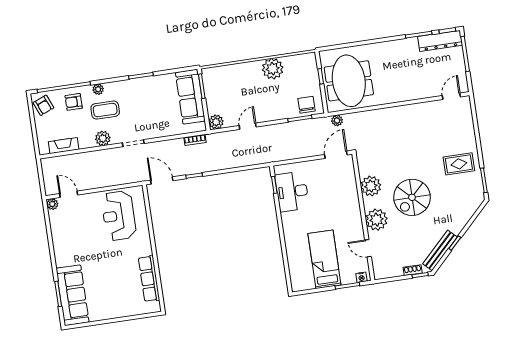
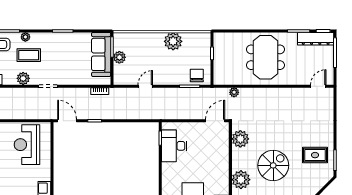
meeting table: (349, 81) -> (265, 57), moved
plant: (337, 120) -> (234, 92), moved
plant: (216, 122) -> (119, 57), moved
rug: (459, 164) -> (315, 155), moved
plant: (371, 186) -> (240, 139), moved
spiral stairs: (412, 197) -> (273, 165), turned 180

